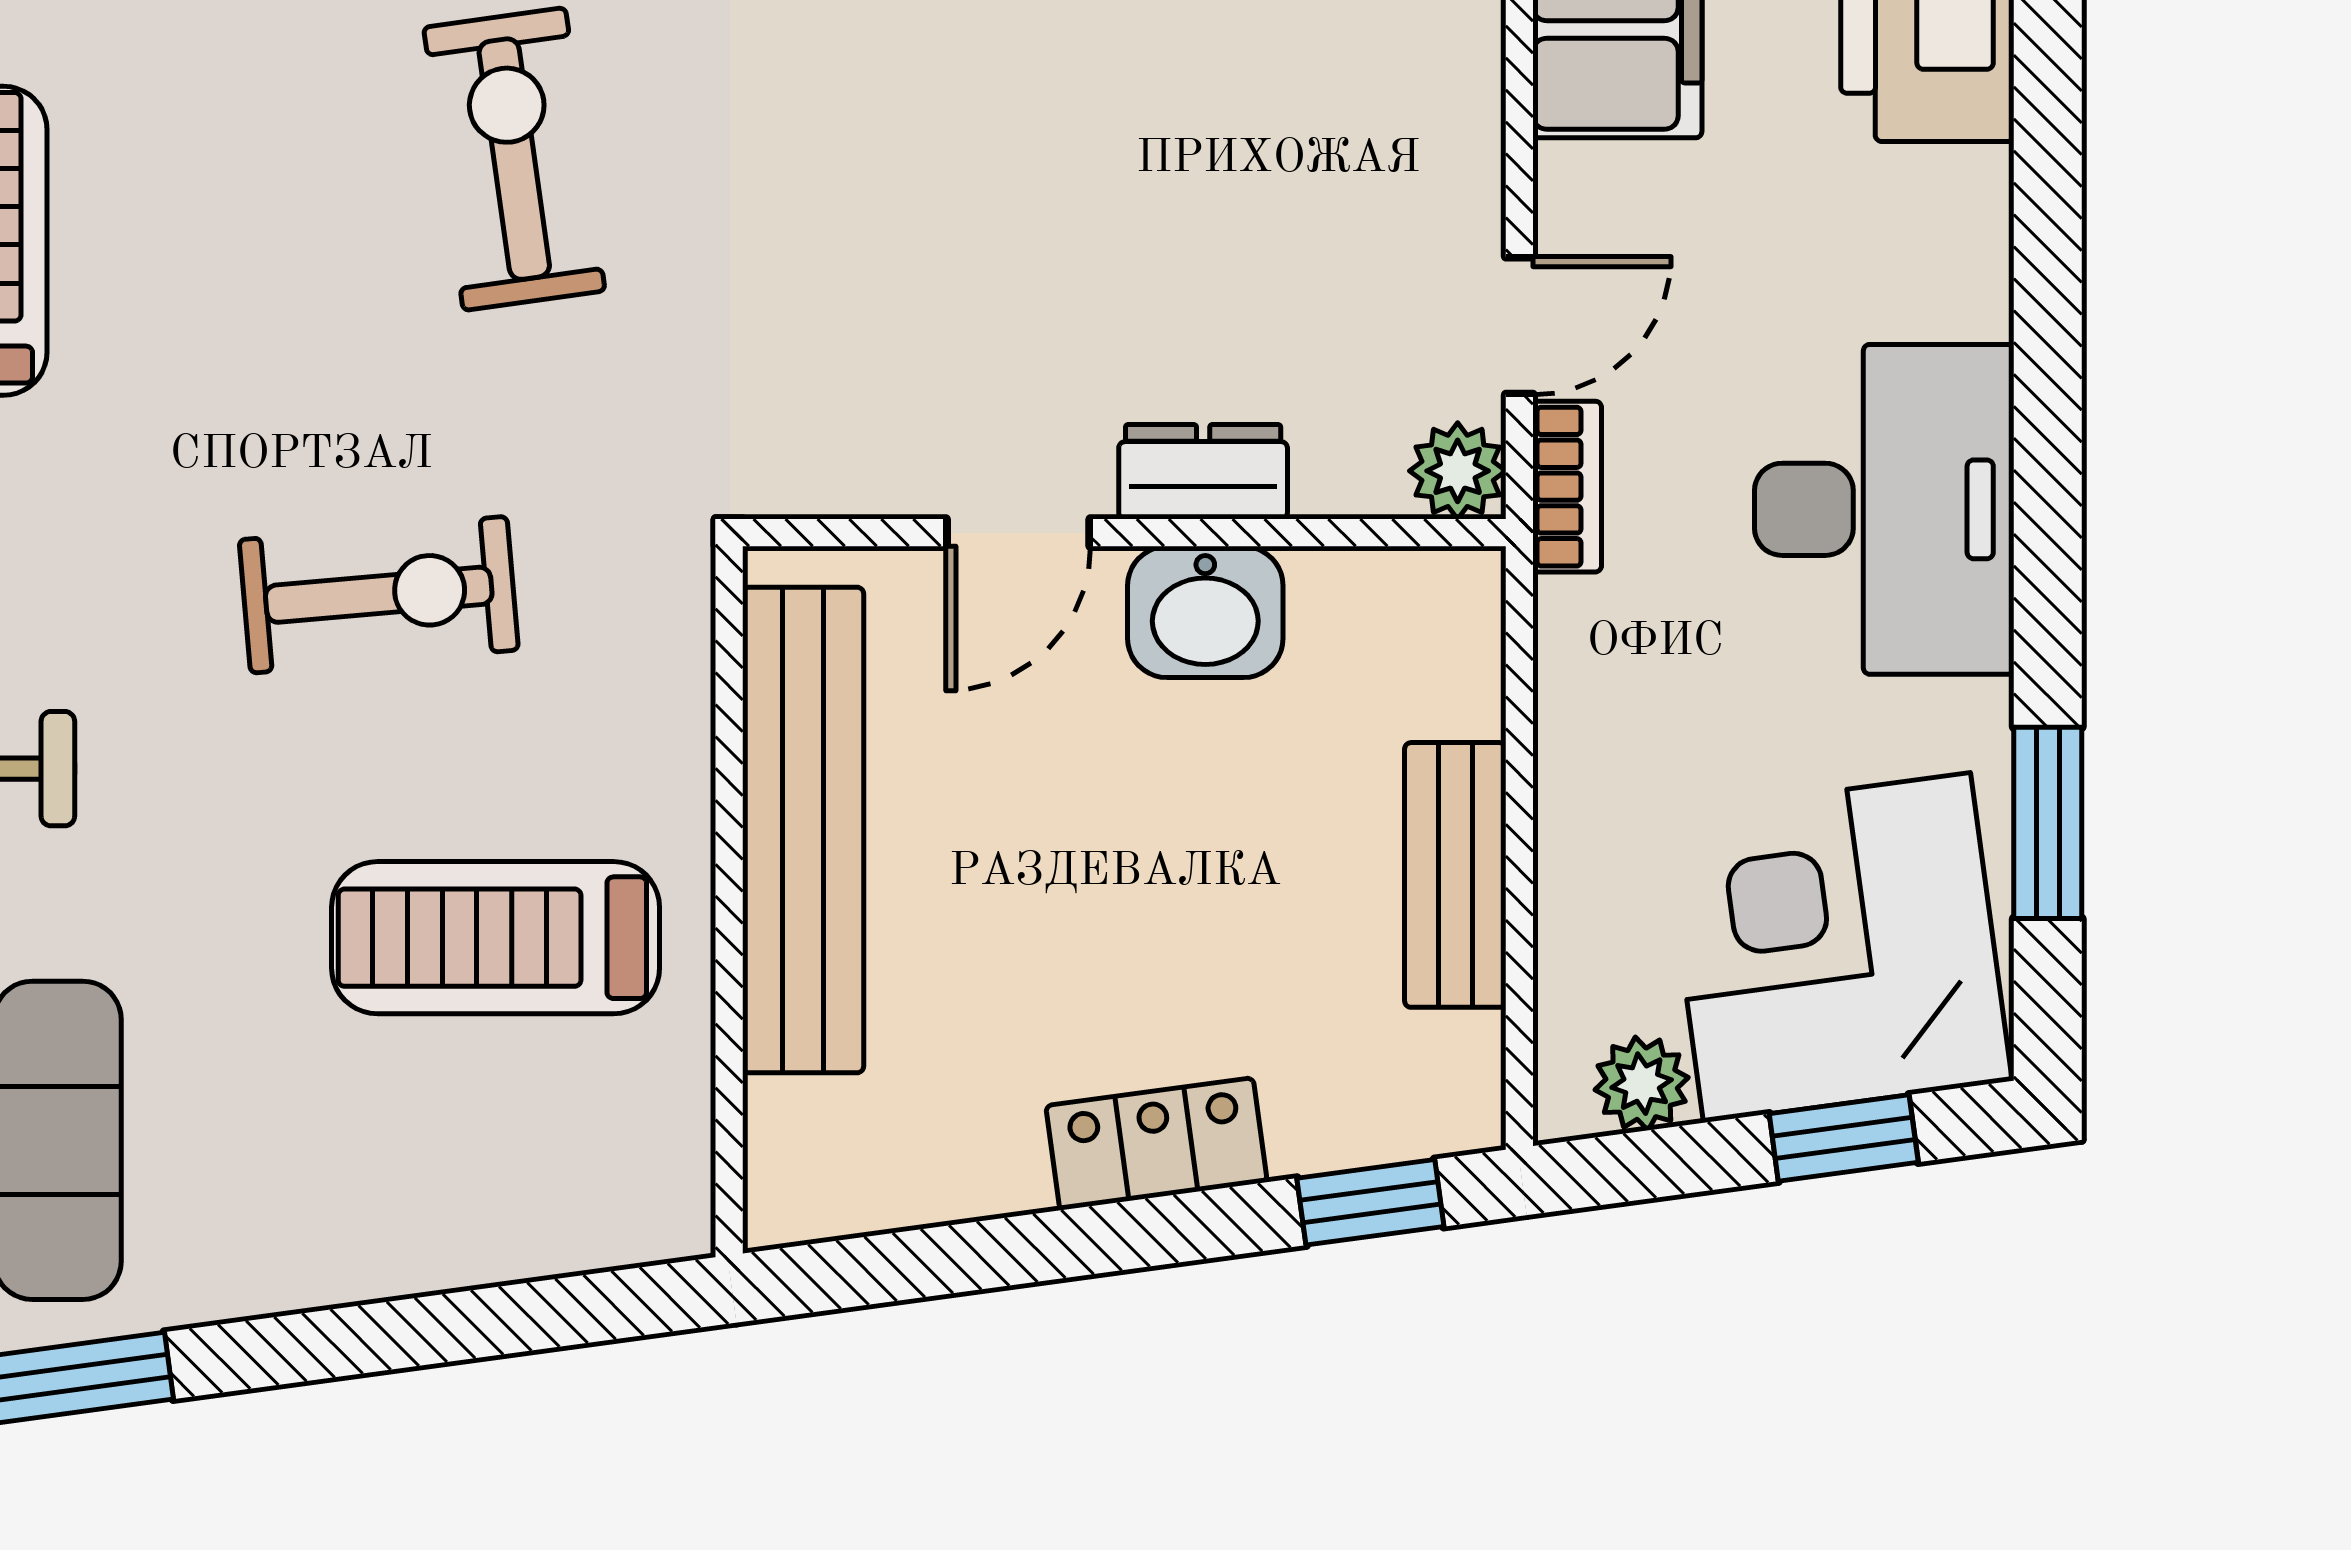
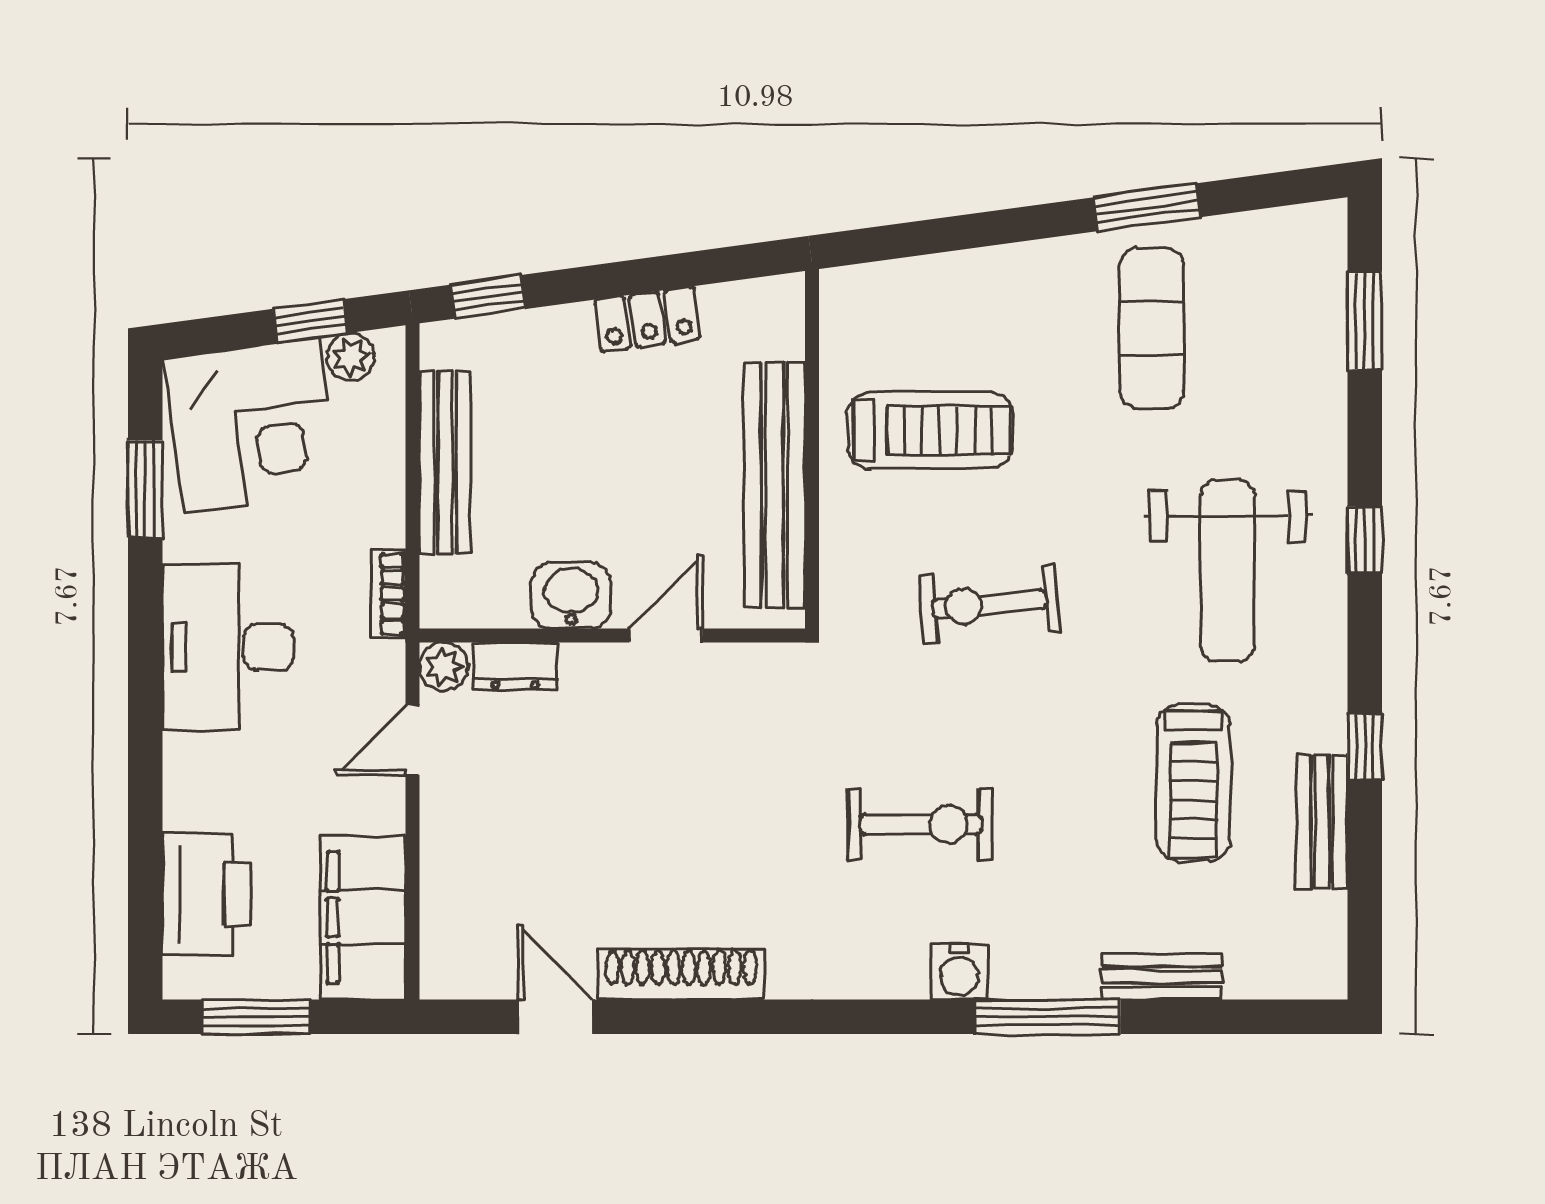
exercise bike: (514, 159) -> (921, 824), turned -82
dresser: (1203, 472) -> (515, 666), moved
bookcase: (1567, 487) -> (388, 594), moved
bench: (1455, 875) -> (445, 462), width x1.36
window: (1844, 1138) -> (310, 321), moved
locker: (1156, 1144) -> (647, 319), moved

